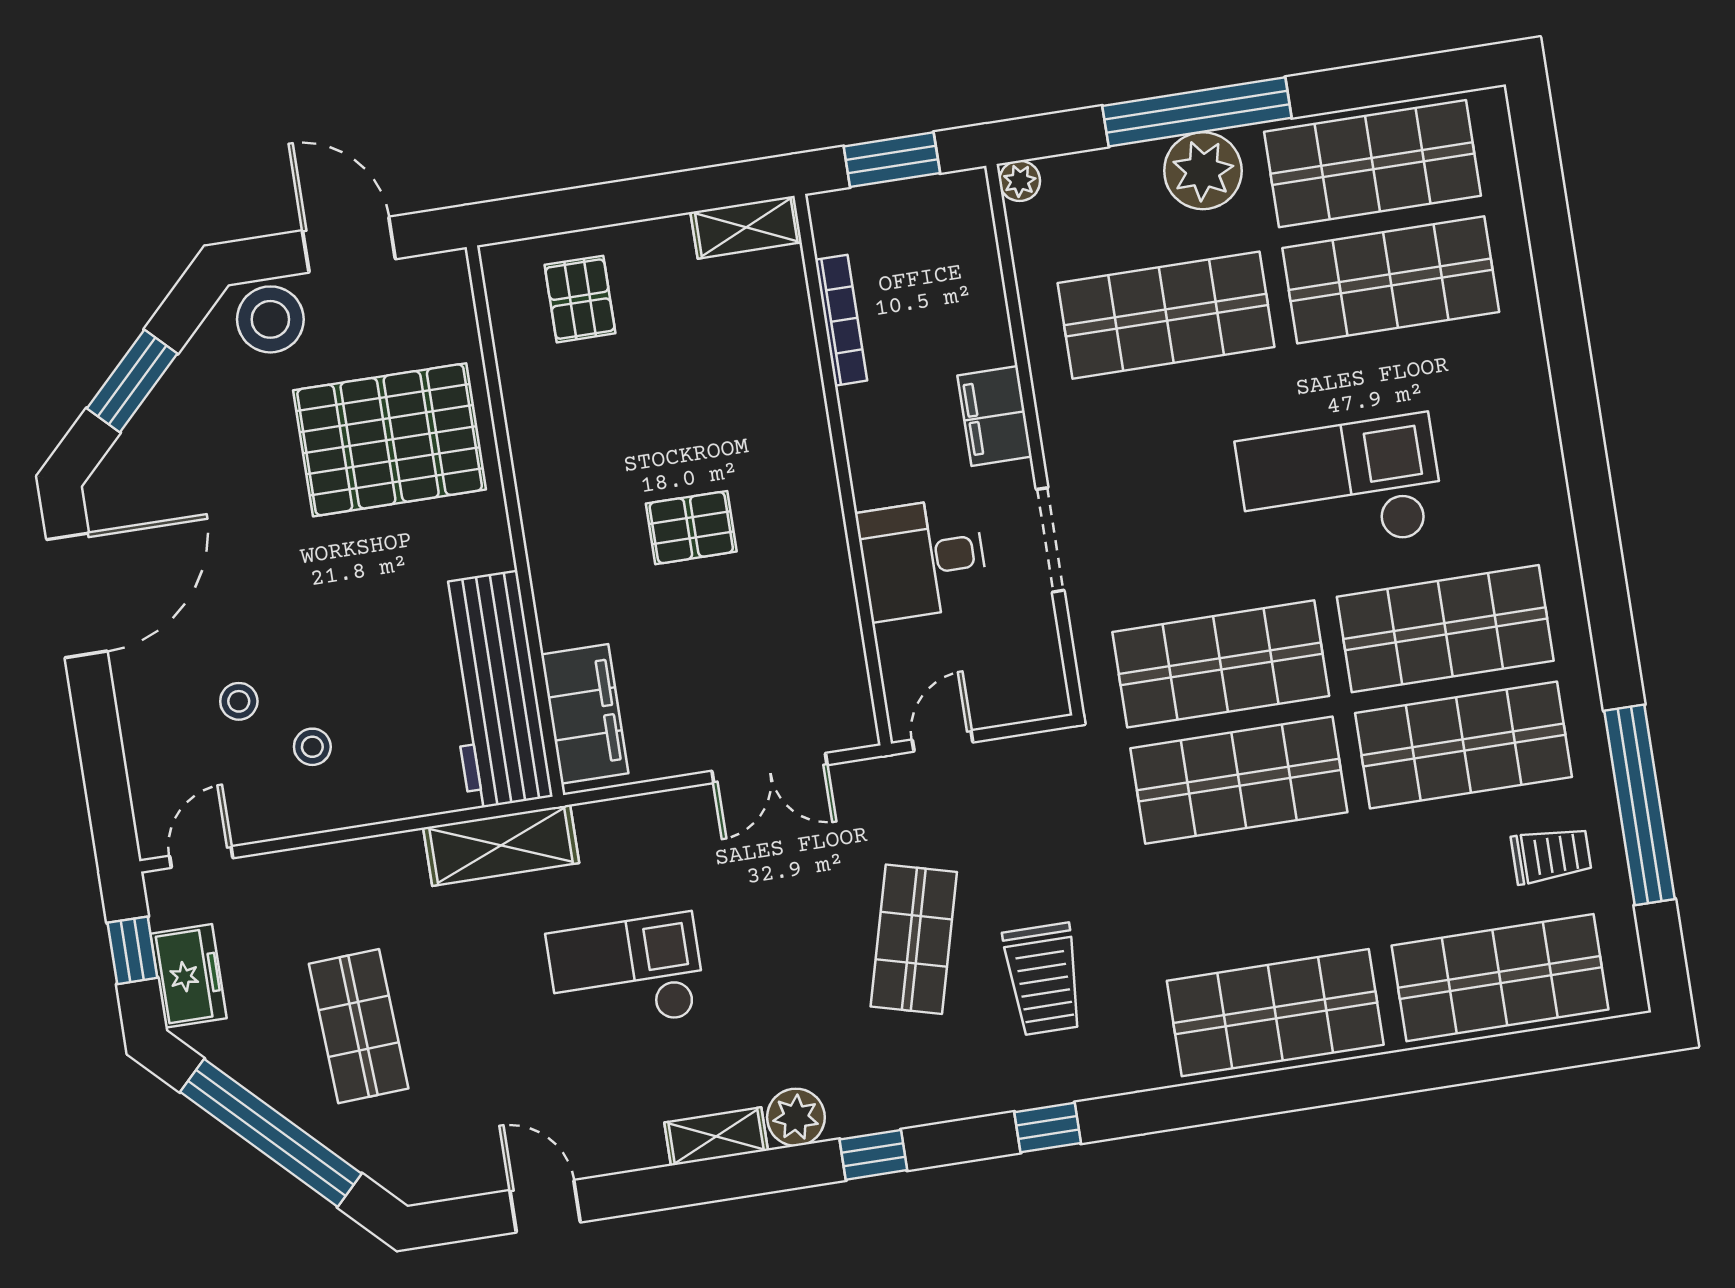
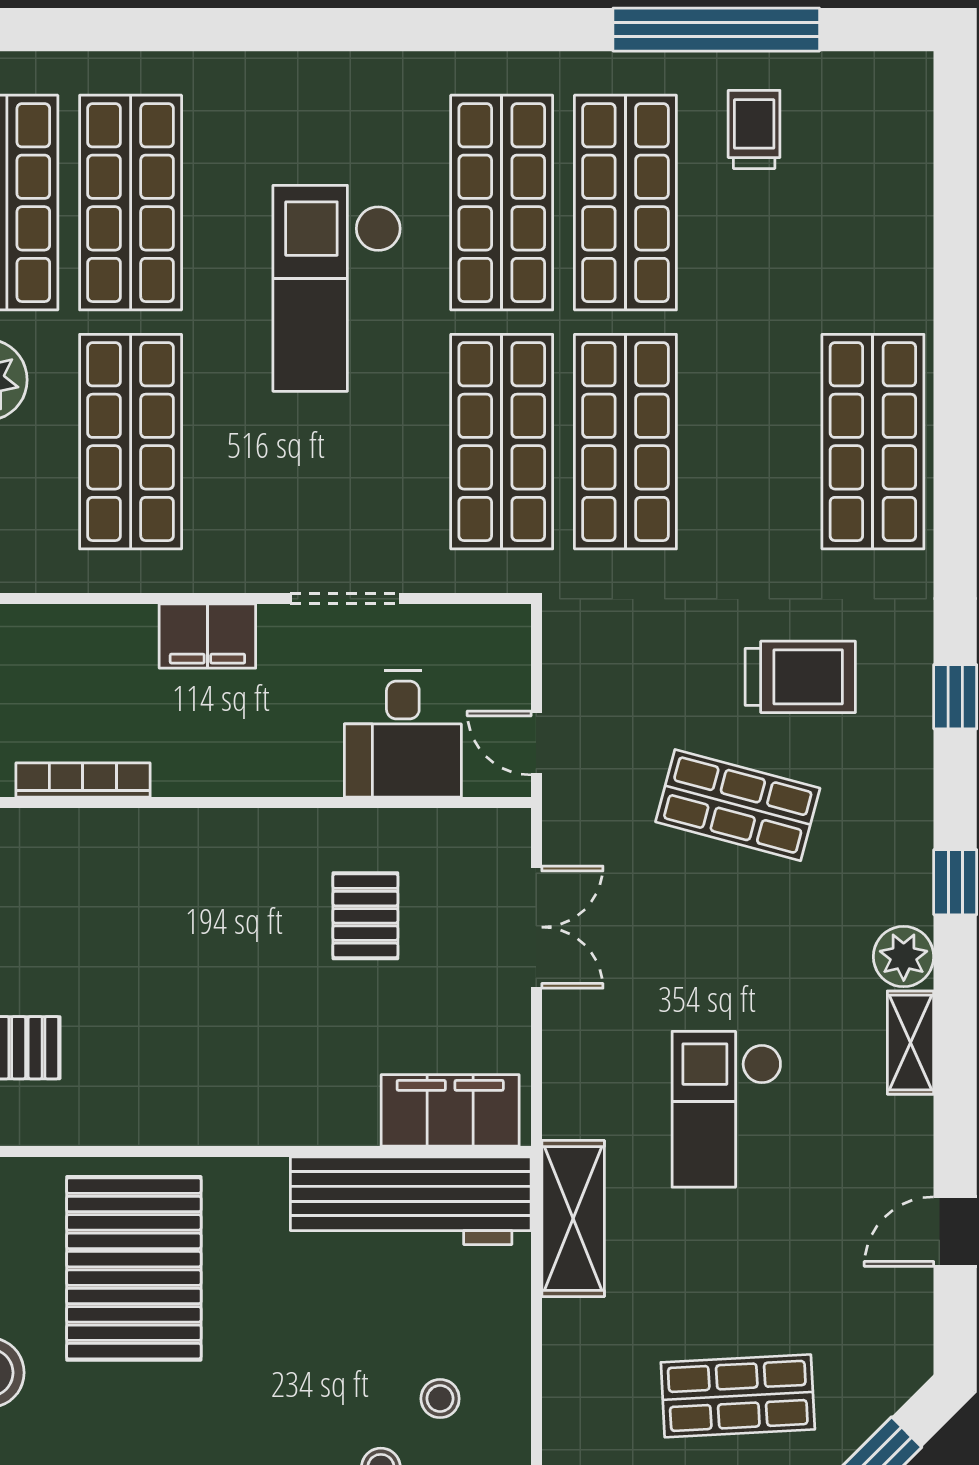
pallet: (691, 528) -> (365, 916), moved
desk: (923, 559) -> (403, 734), moved
shop shelf: (1500, 978) -> (873, 203), removed

